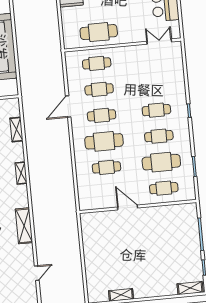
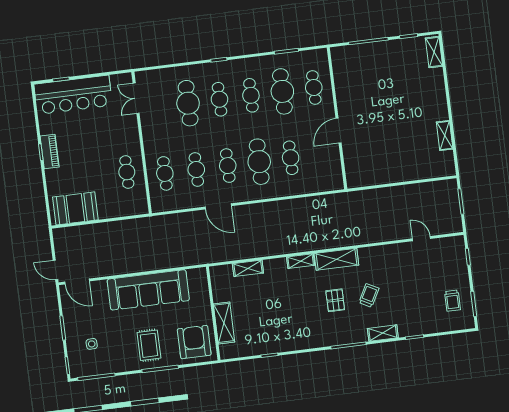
cafe table: (99, 32) -> (127, 172), width x0.73, depth x0.74
cafe table: (154, 84) -> (188, 103), added
shelving: (24, 226) -> (336, 259), moved

